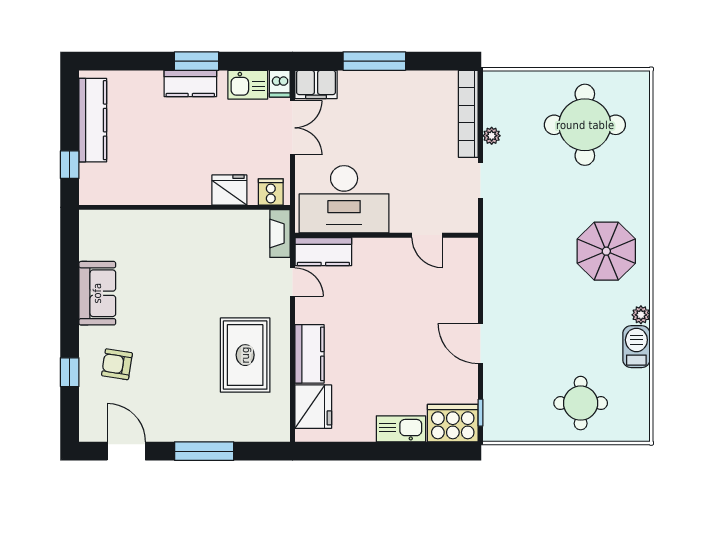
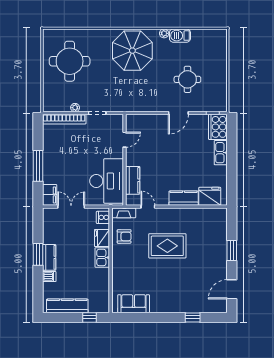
dishwasher: (280, 84) -> (49, 277), moved
kitchen sink: (248, 85) -> (102, 257), moved, turned 180
parasol: (606, 251) -> (132, 51), width x1.36, depth x1.36
kitchen counter: (323, 252) -> (133, 180), moved
door: (293, 282) -> (148, 207), hinge flipped
sofa: (97, 293) -> (134, 304), moved
rug: (245, 355) -> (167, 246), moved
armchair: (117, 364) -> (124, 236), moved, turned -99
round table: (581, 403) -> (187, 79), moved
window: (204, 451) -> (232, 251), width x0.69

